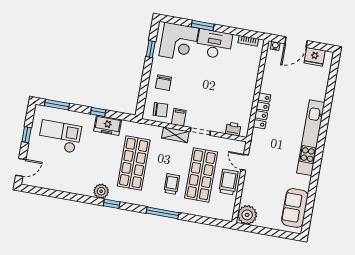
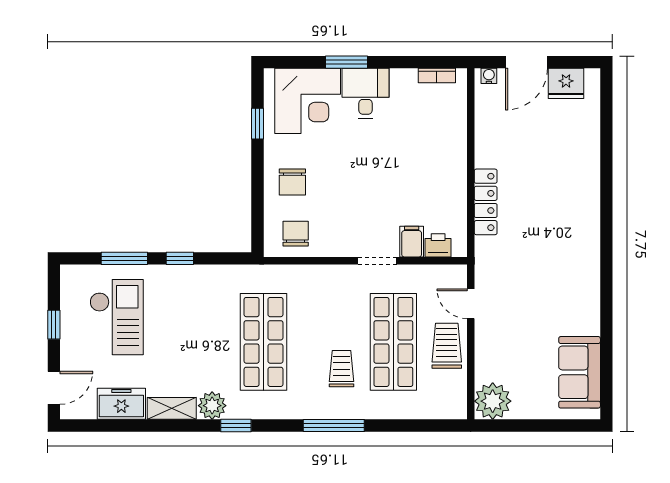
desk: (214, 44) -> (365, 93), width x0.73
window: (57, 105) -> (124, 258), moved
chair: (160, 110) -> (296, 234), turned -87
filing cabinet: (179, 117) -> (412, 242), moved
freezer: (108, 125) -> (121, 404), moved, turned 180
shelving: (175, 135) -> (172, 408), moved
checkout: (60, 137) -> (117, 317), turned 90
kitchen unit: (311, 138) -> (586, 236), removed

